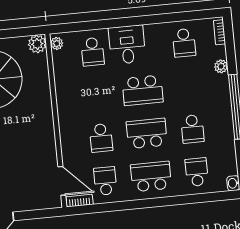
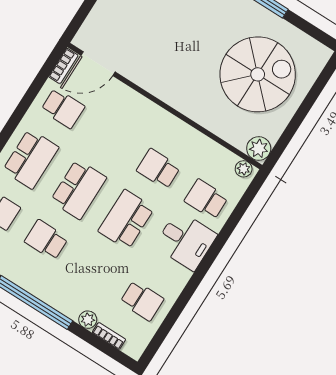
bookcase: (220, 32) -> (109, 336), moved
school desk: (184, 43) -> (142, 301), turned 180
school desk: (101, 138) -> (158, 169), moved

